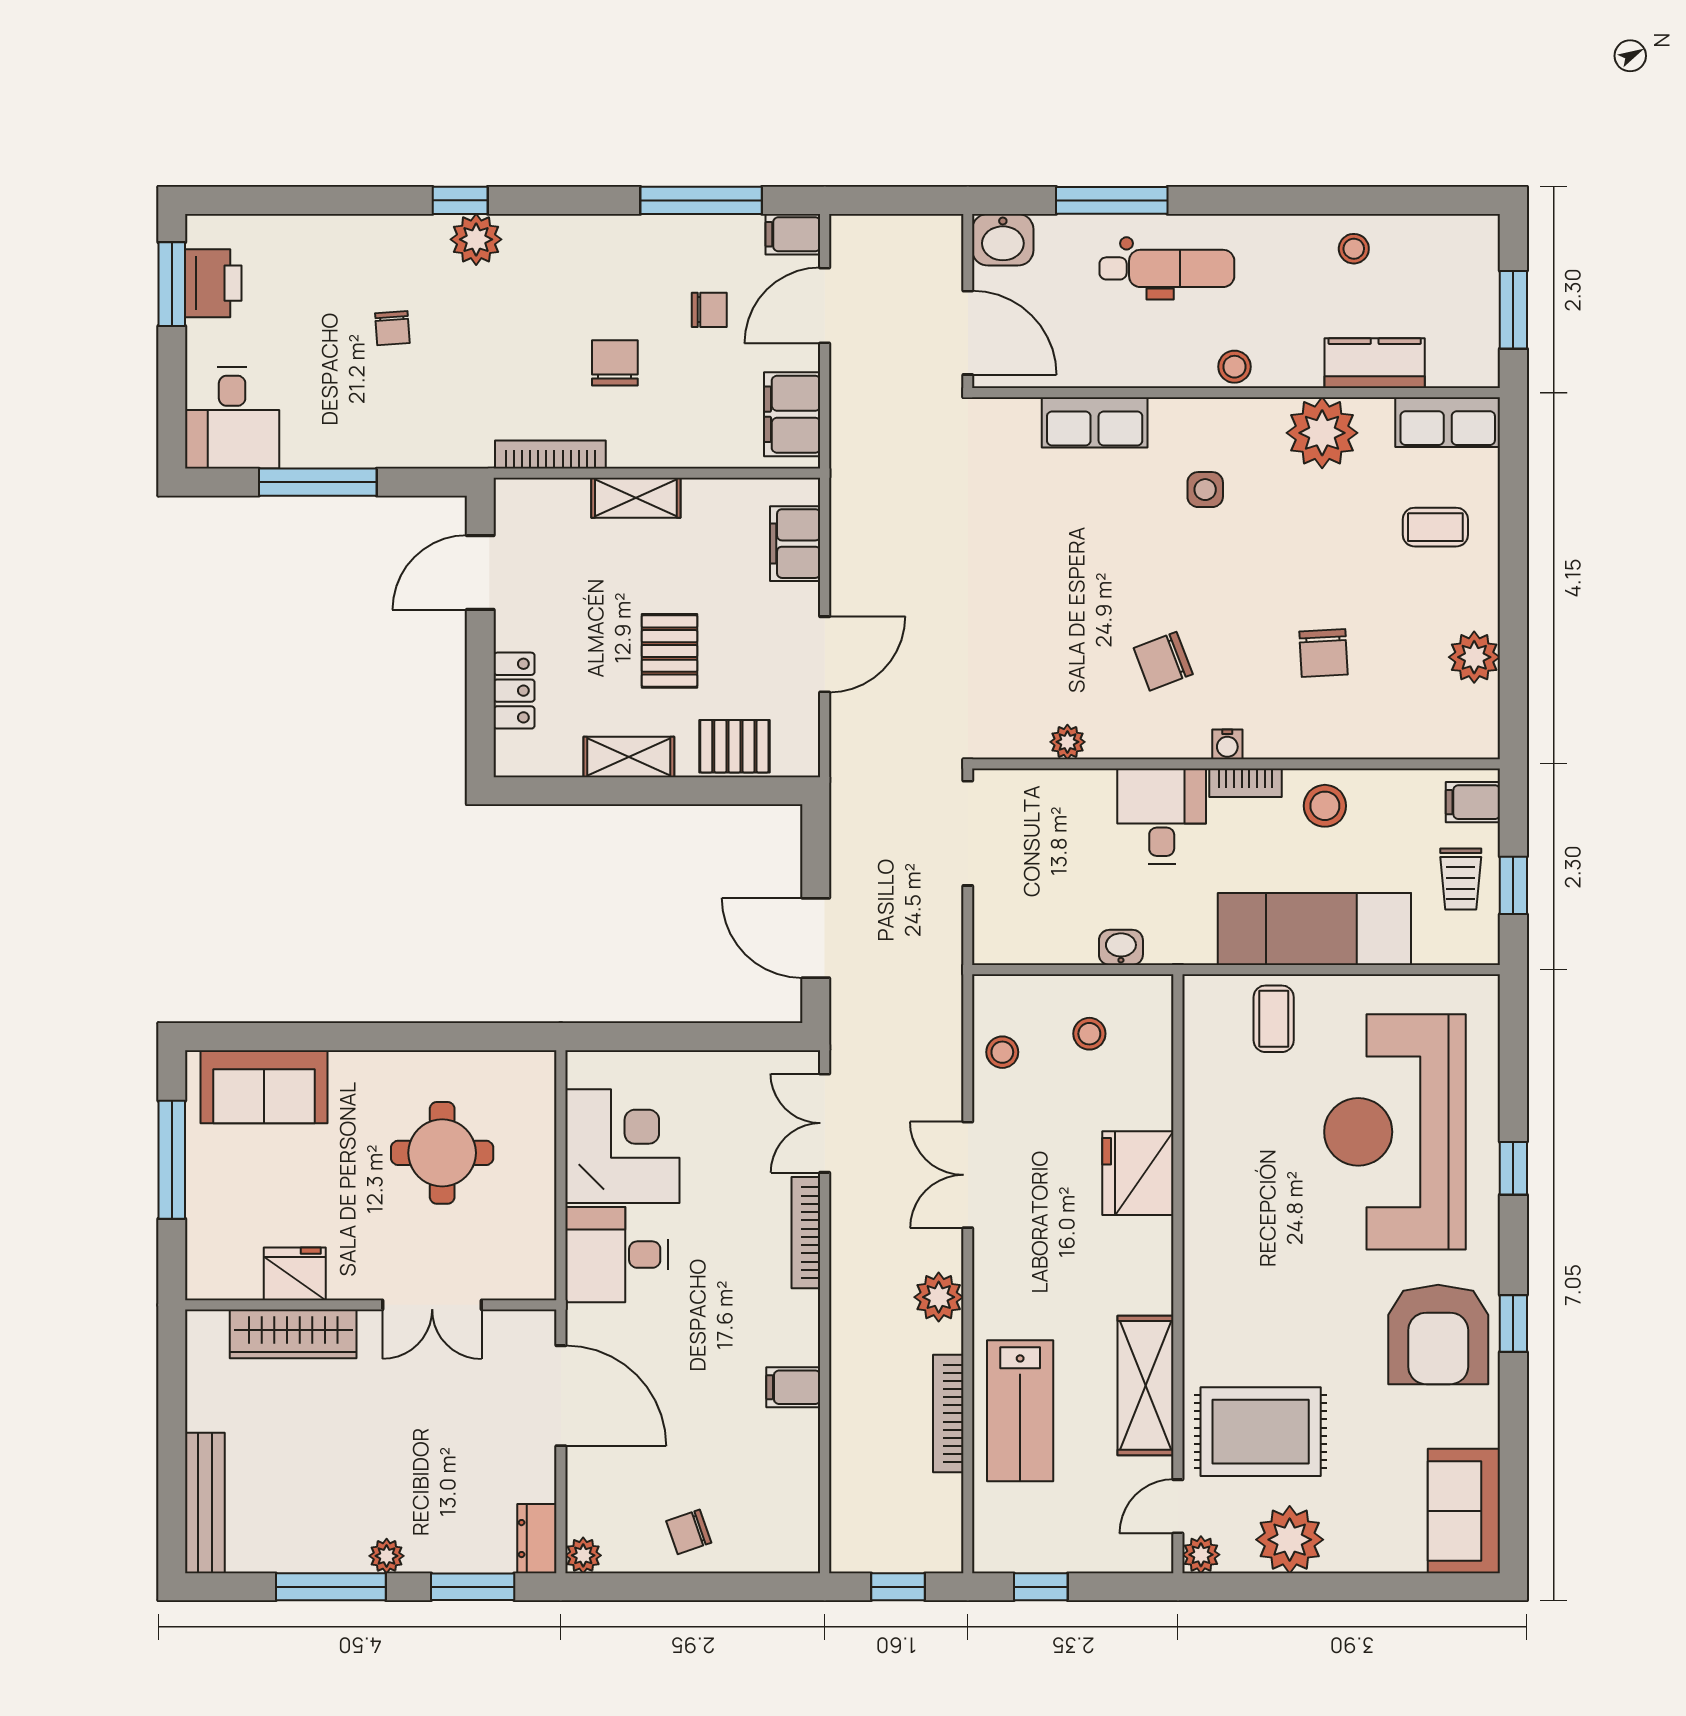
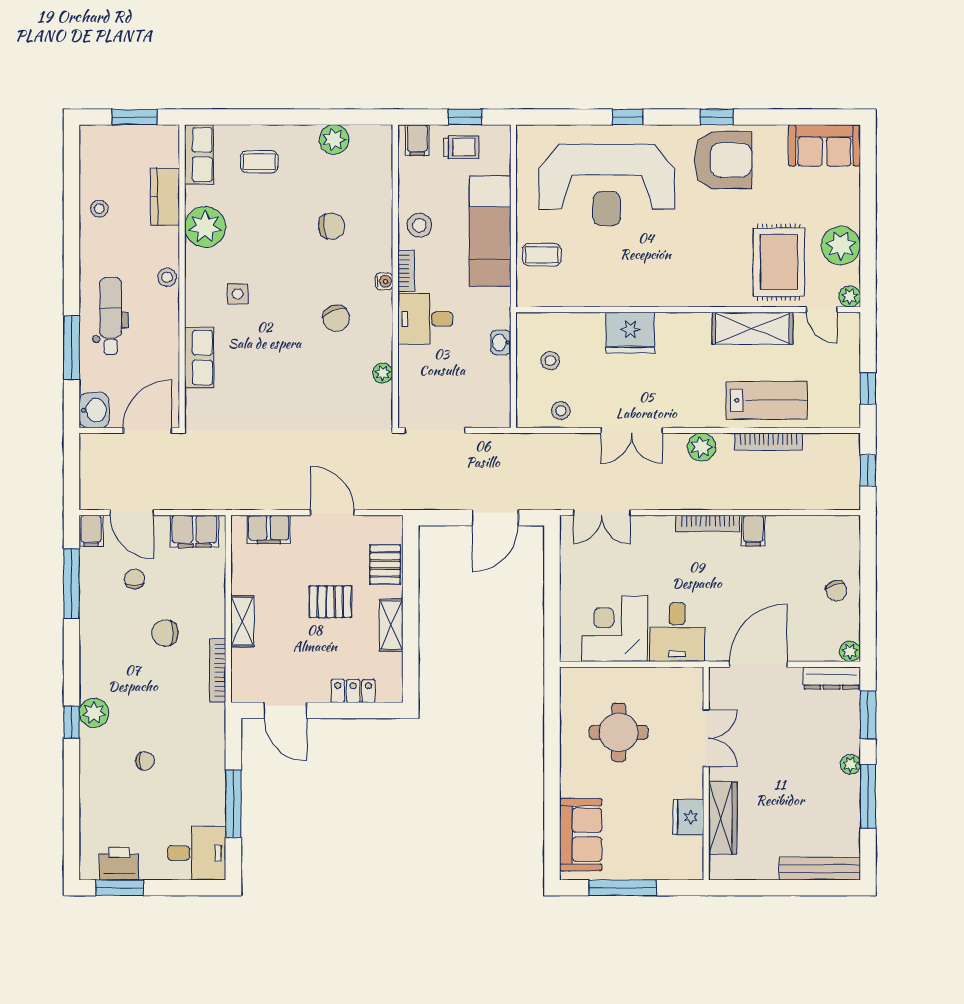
coffee table: (1435, 527) -> (259, 162), turned 90
bookcase: (806, 1233) -> (708, 523), moved
dresser: (537, 1539) -> (832, 678), width x1.44

